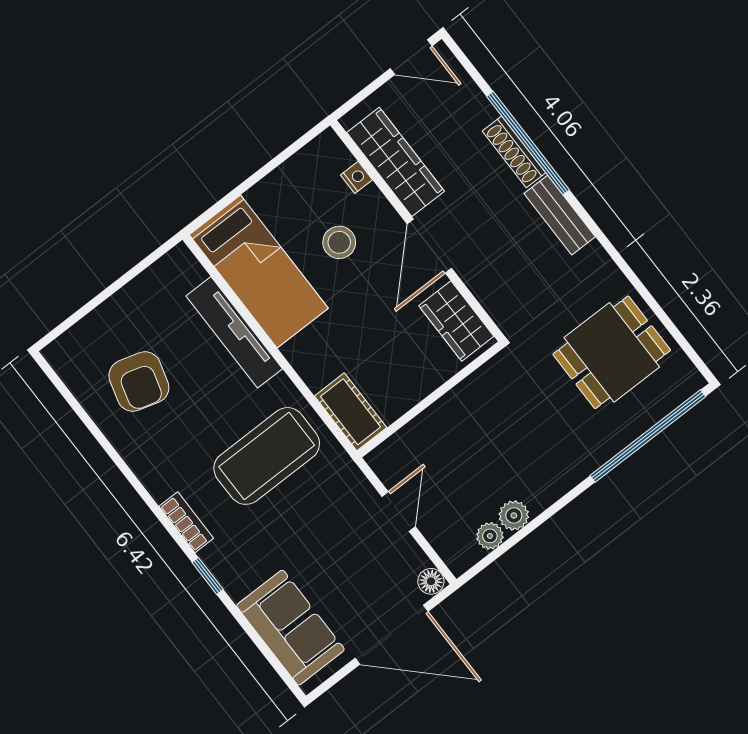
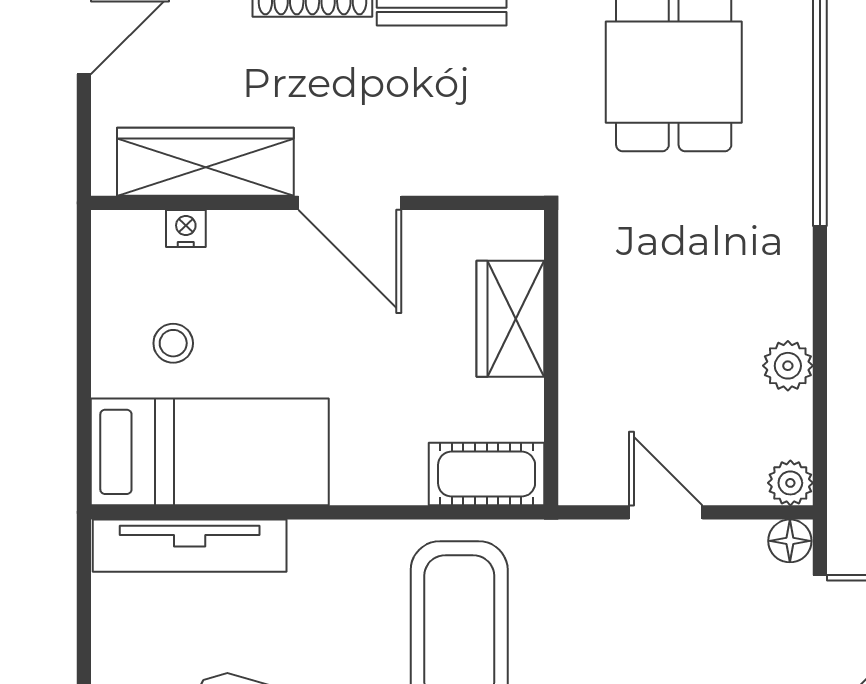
stool: (339, 242) -> (173, 343), moved, width x0.73, depth x0.73
wardrobe: (456, 321) -> (510, 319), moved, turned 90
tv unit: (234, 332) -> (190, 546), moved
plant: (490, 536) -> (790, 483), moved

